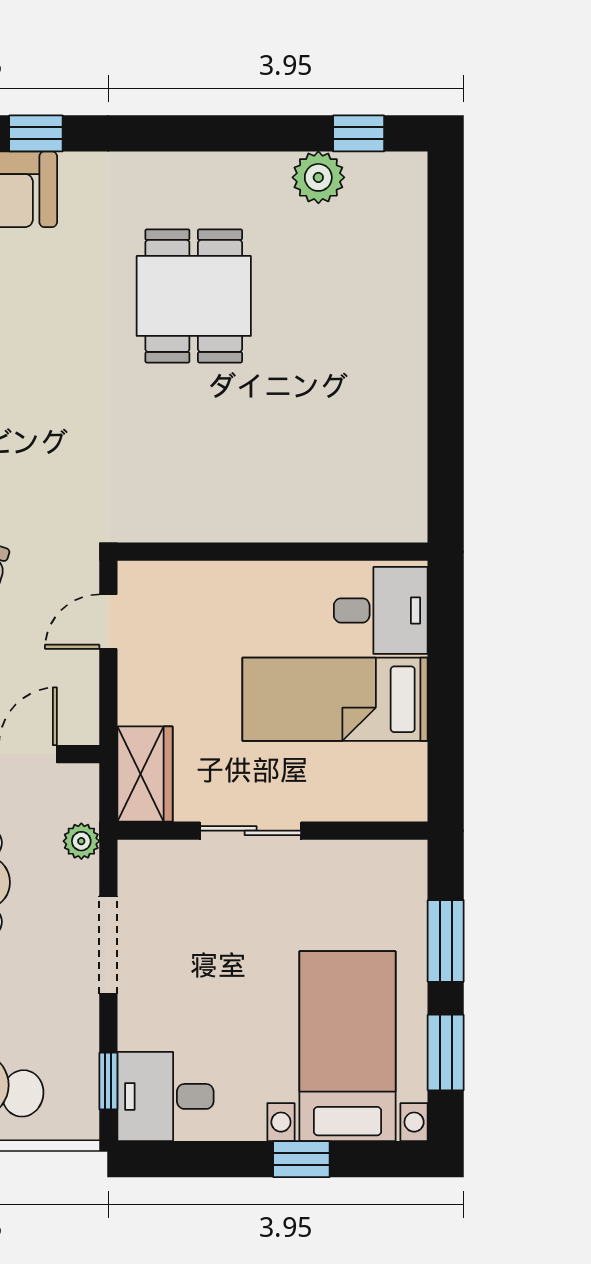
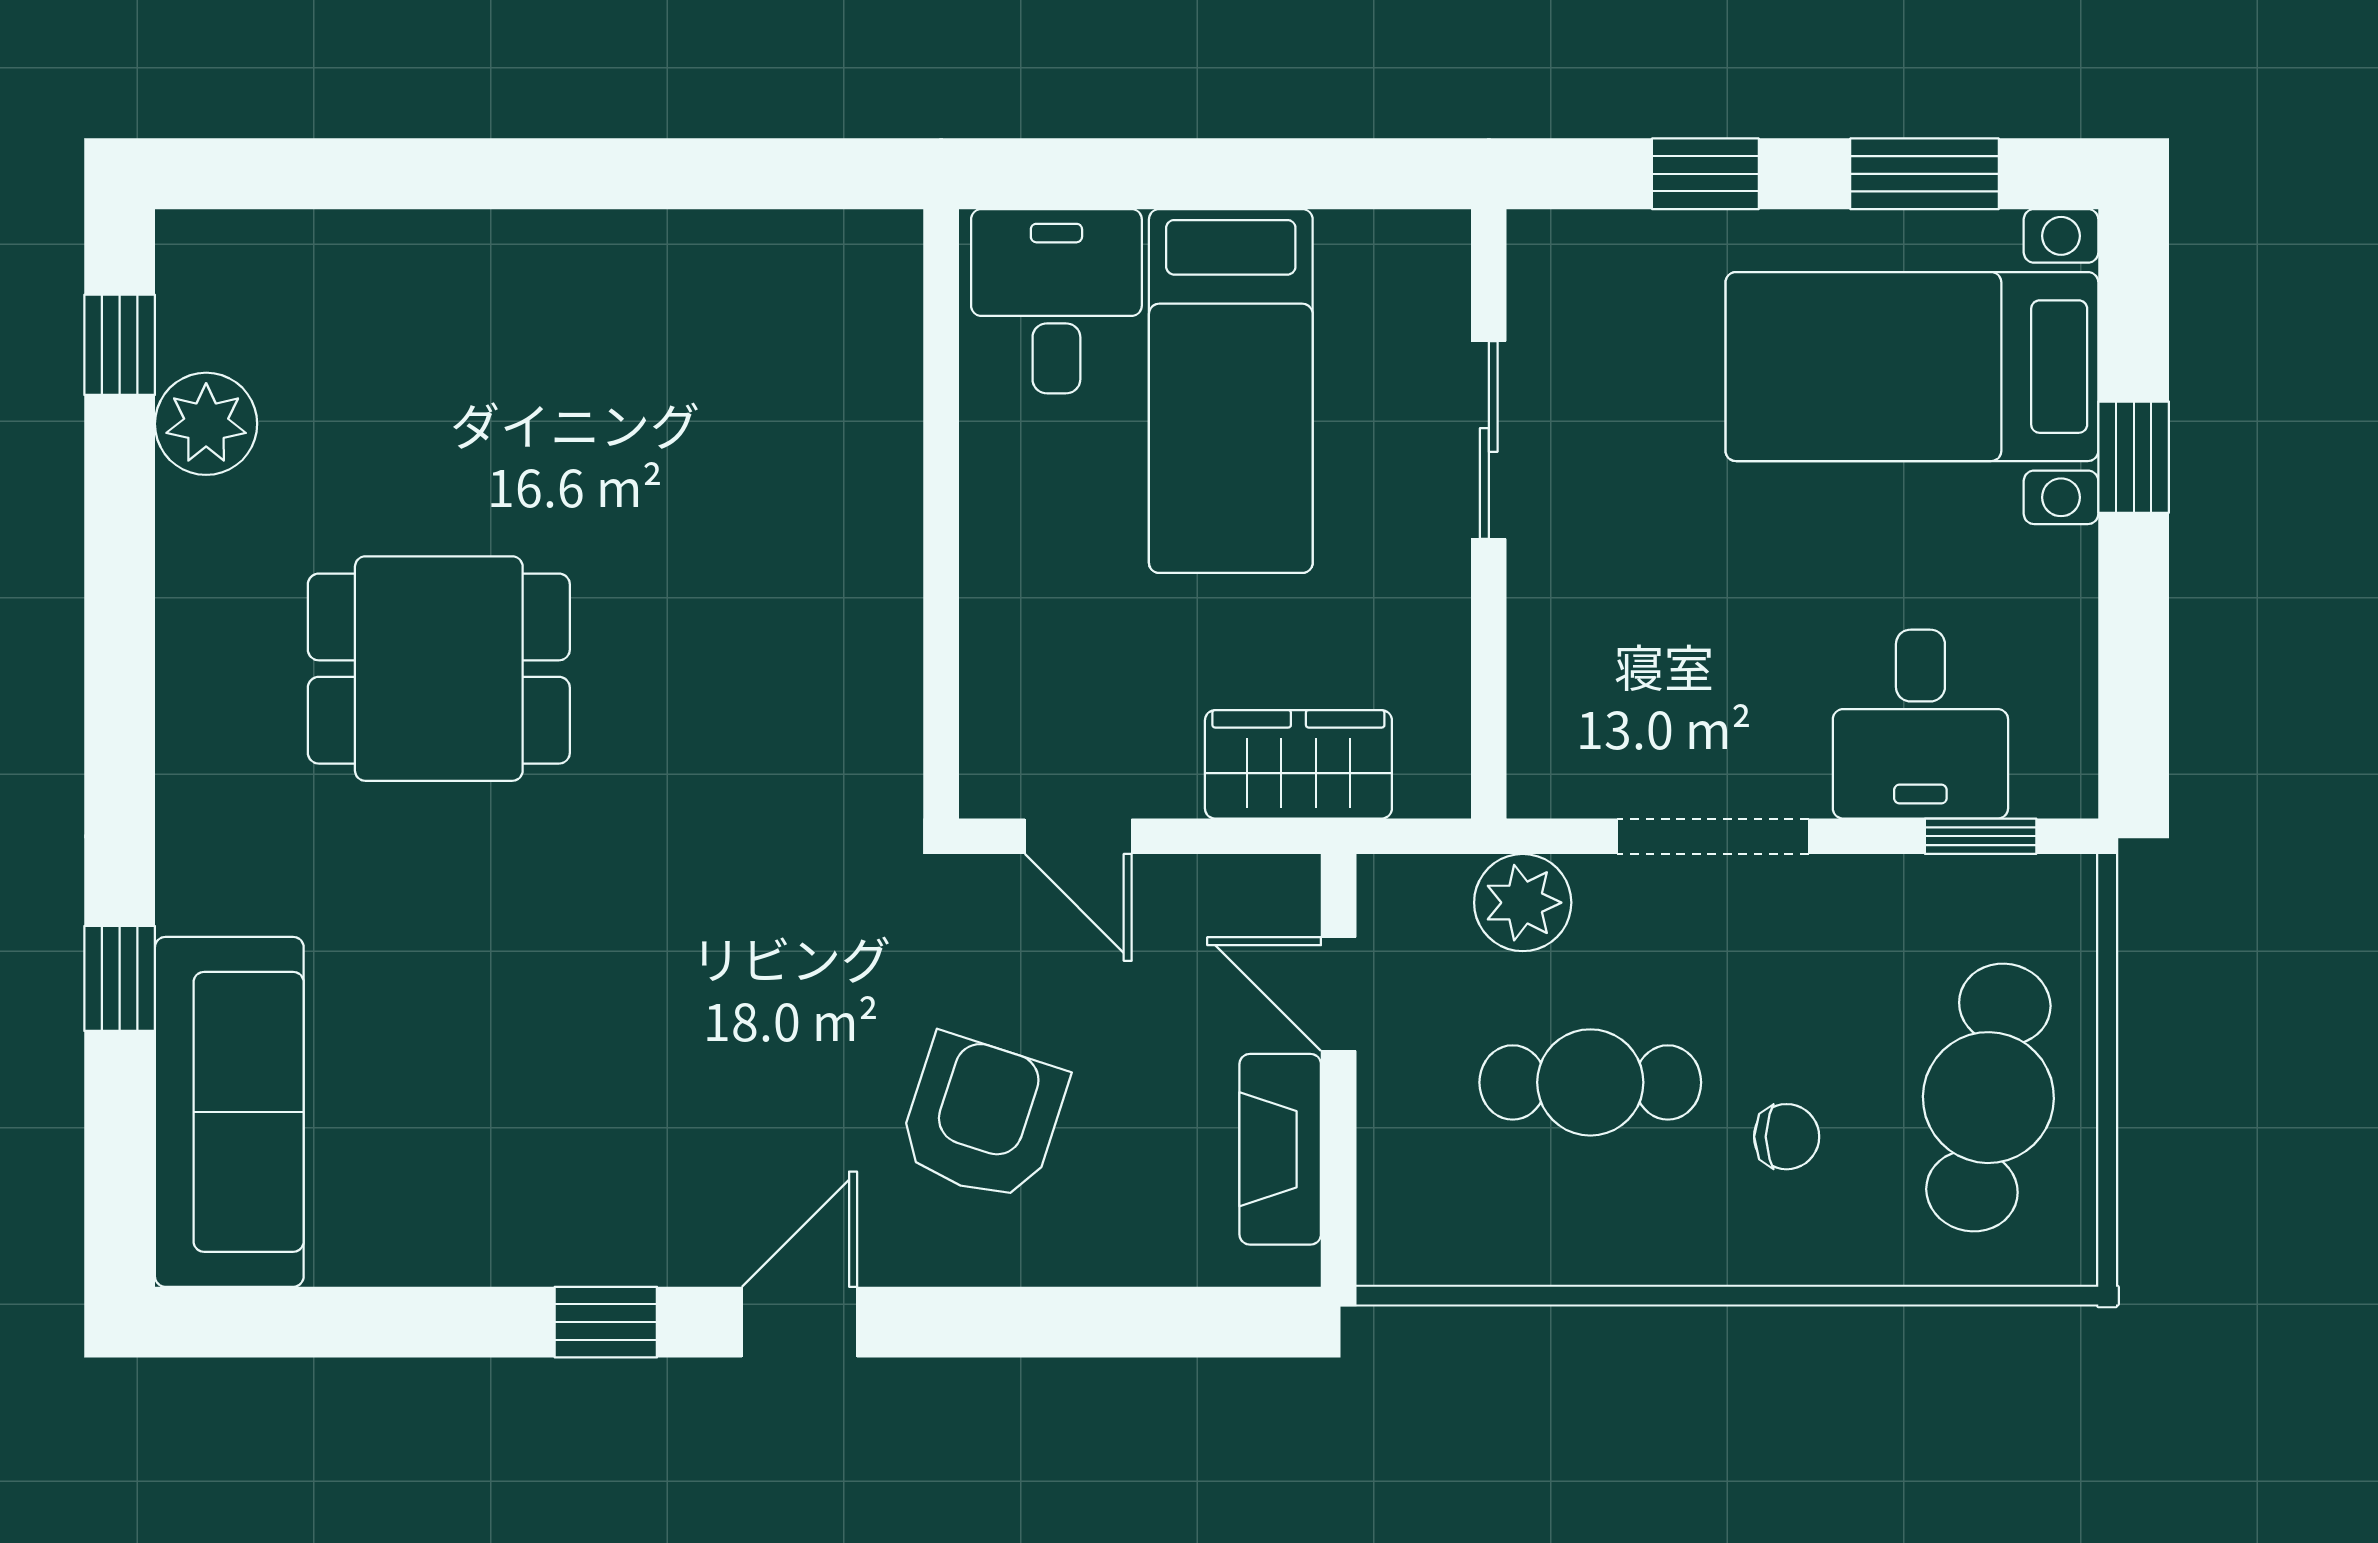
wardrobe: (145, 774) -> (1298, 764), moved
sliding door: (251, 831) -> (1489, 440), moved
plant: (81, 841) -> (1523, 903), width x1.38, depth x1.38
window: (446, 941) -> (1705, 174), width x0.67
desk: (165, 1096) -> (1920, 724), moved

